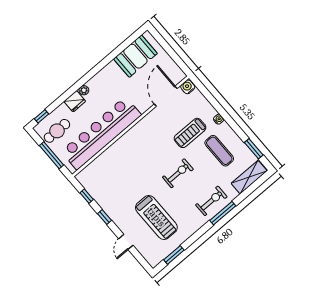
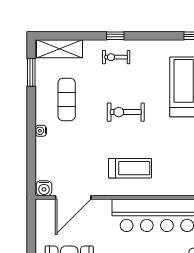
treadmill: (190, 133) -> (130, 168), moved
exercise bike: (211, 201) -> (116, 57), width x0.73, depth x0.72
window: (223, 213) -> (115, 36), width x0.46

